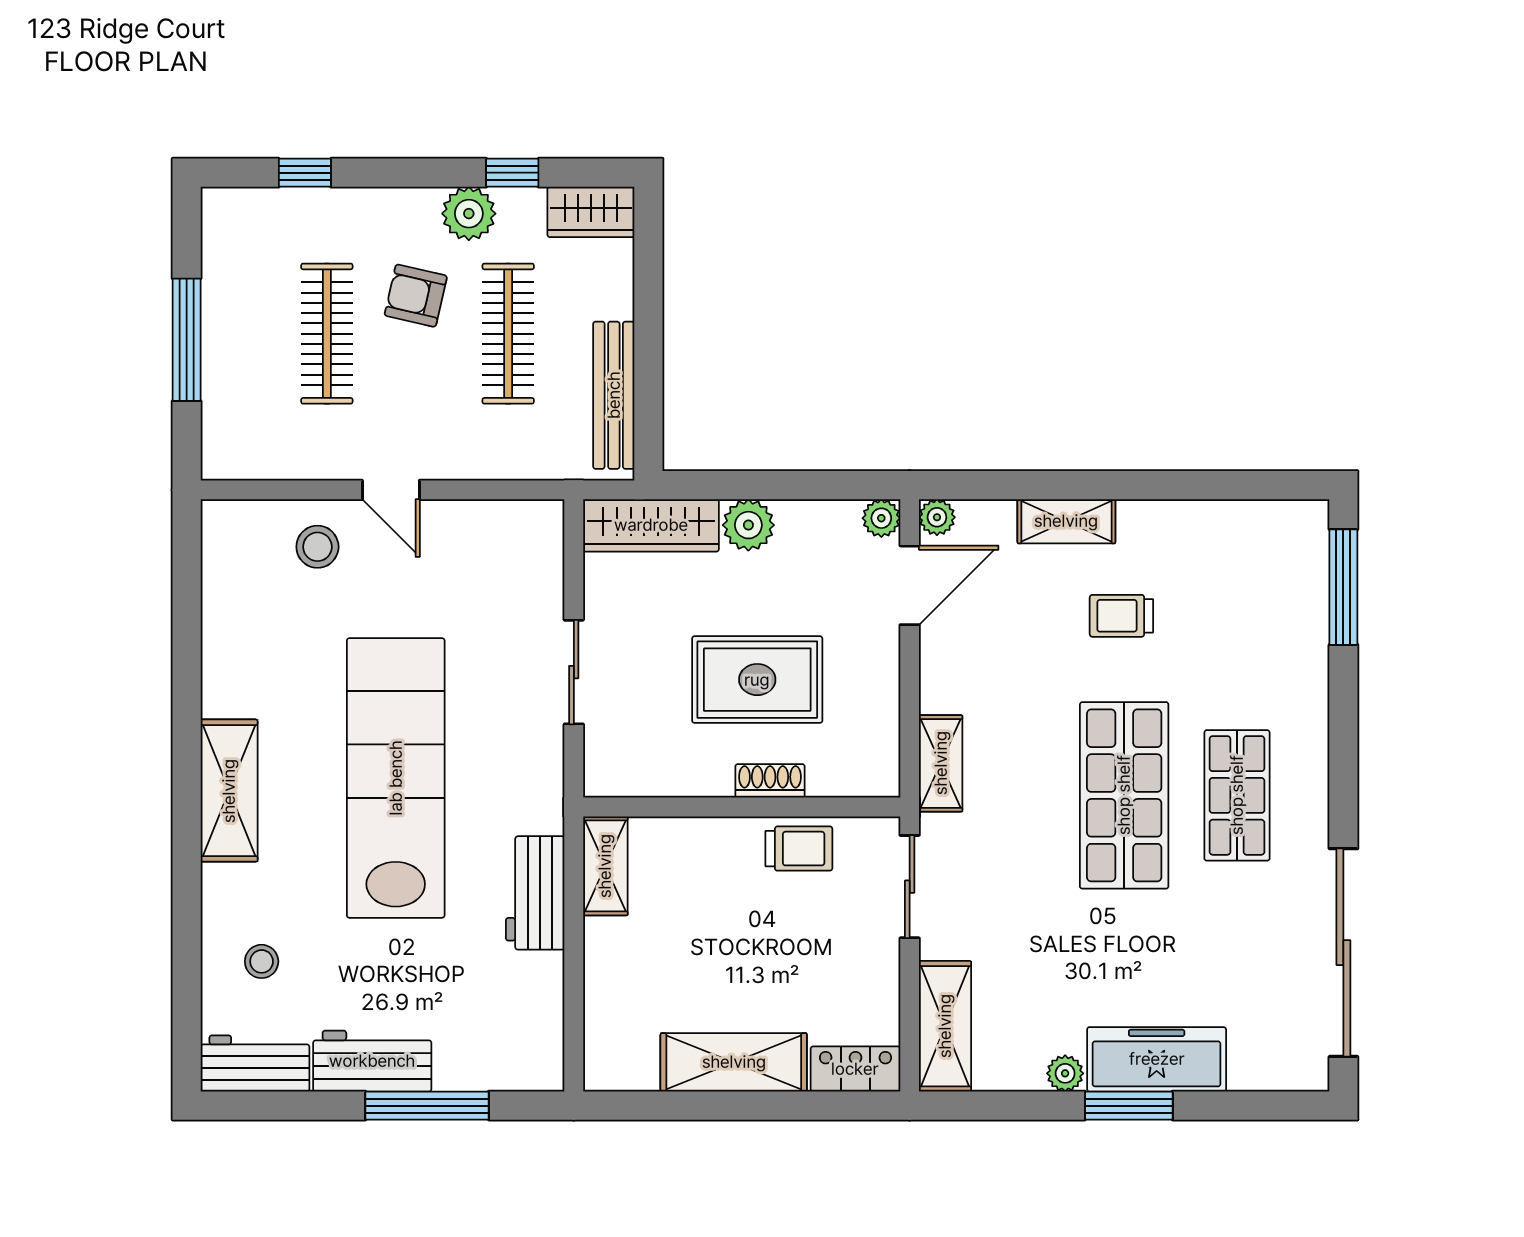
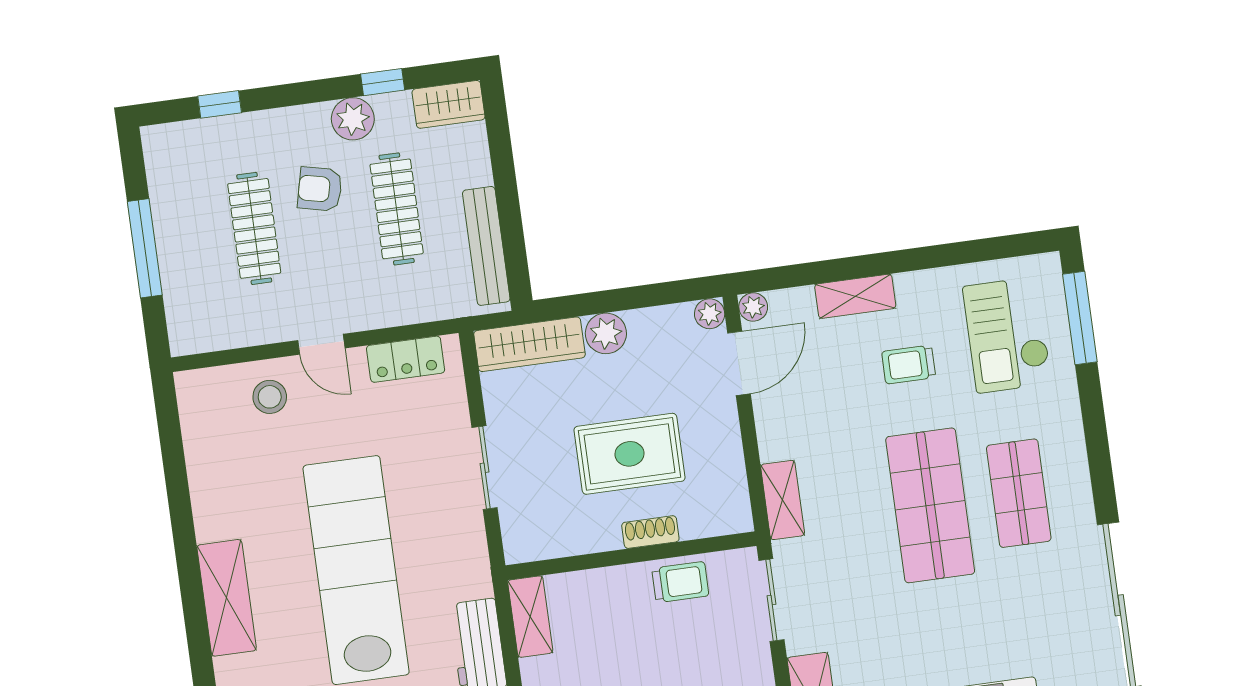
locker: (494, 523) -> (406, 359), added
checkout: (1250, 596) -> (1007, 335), added

